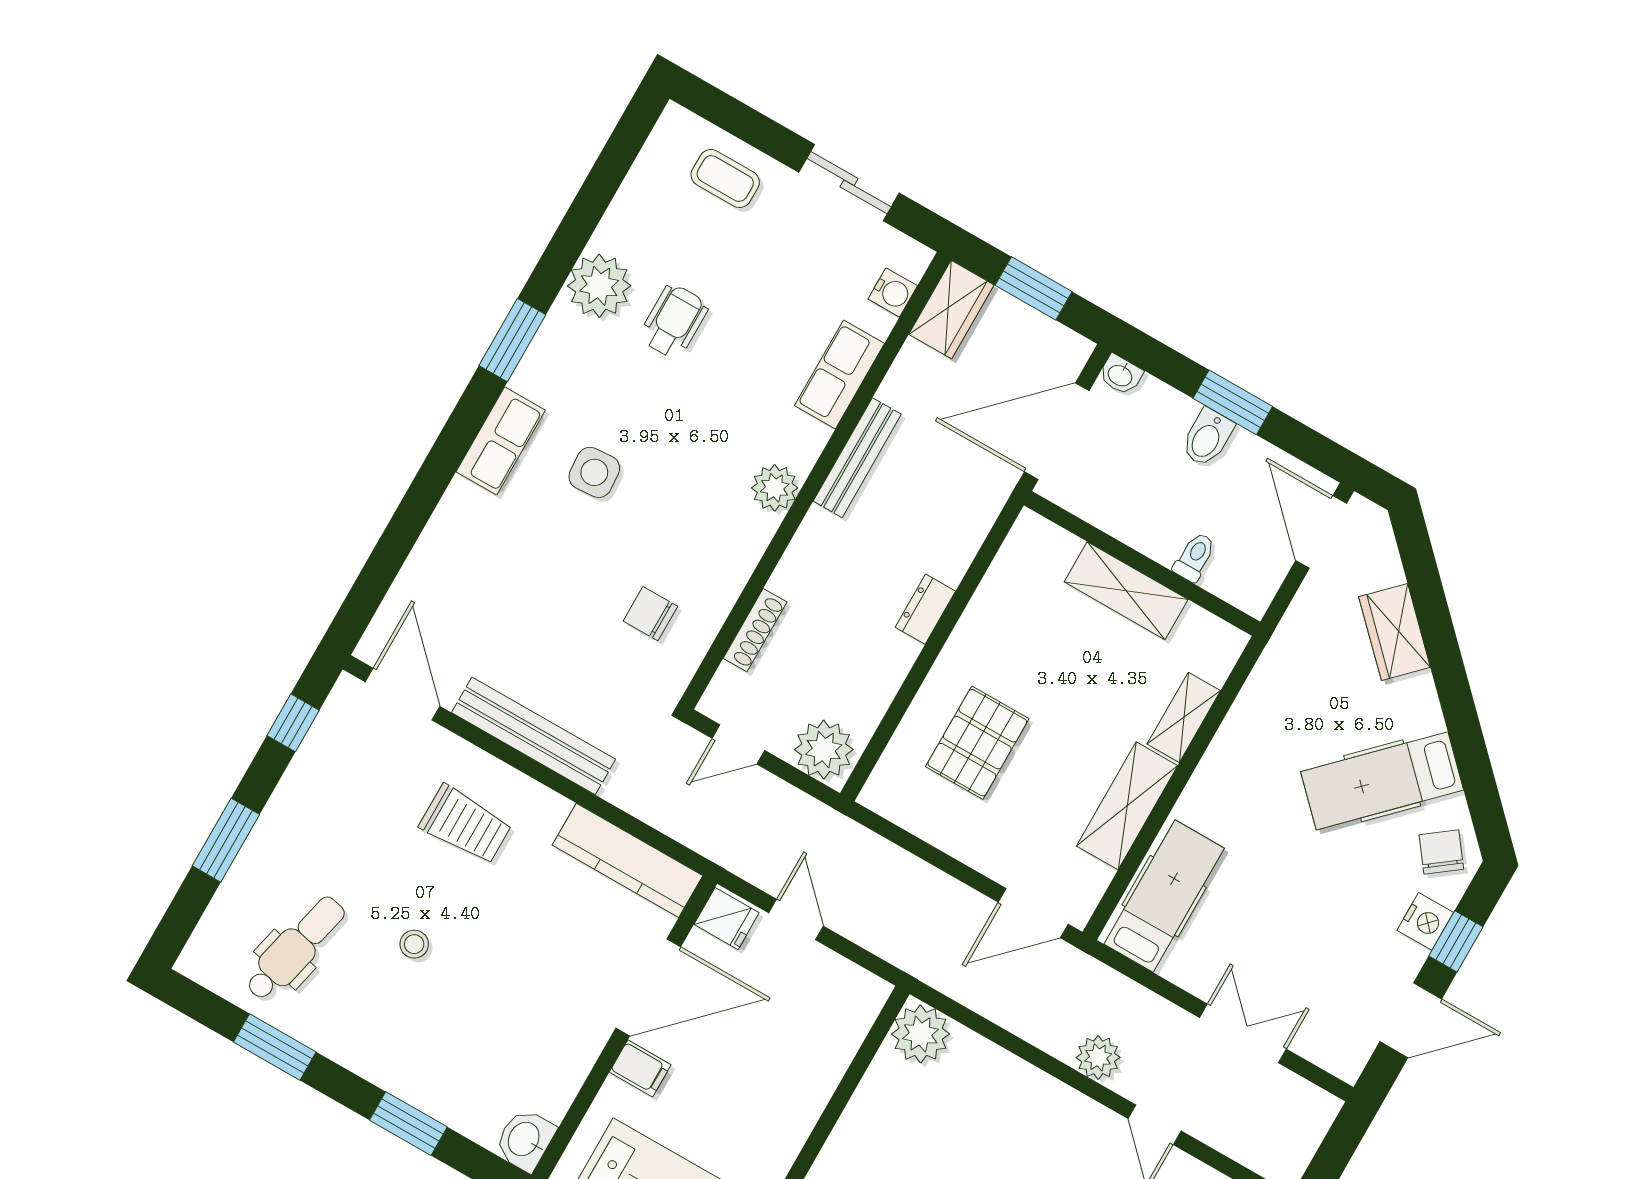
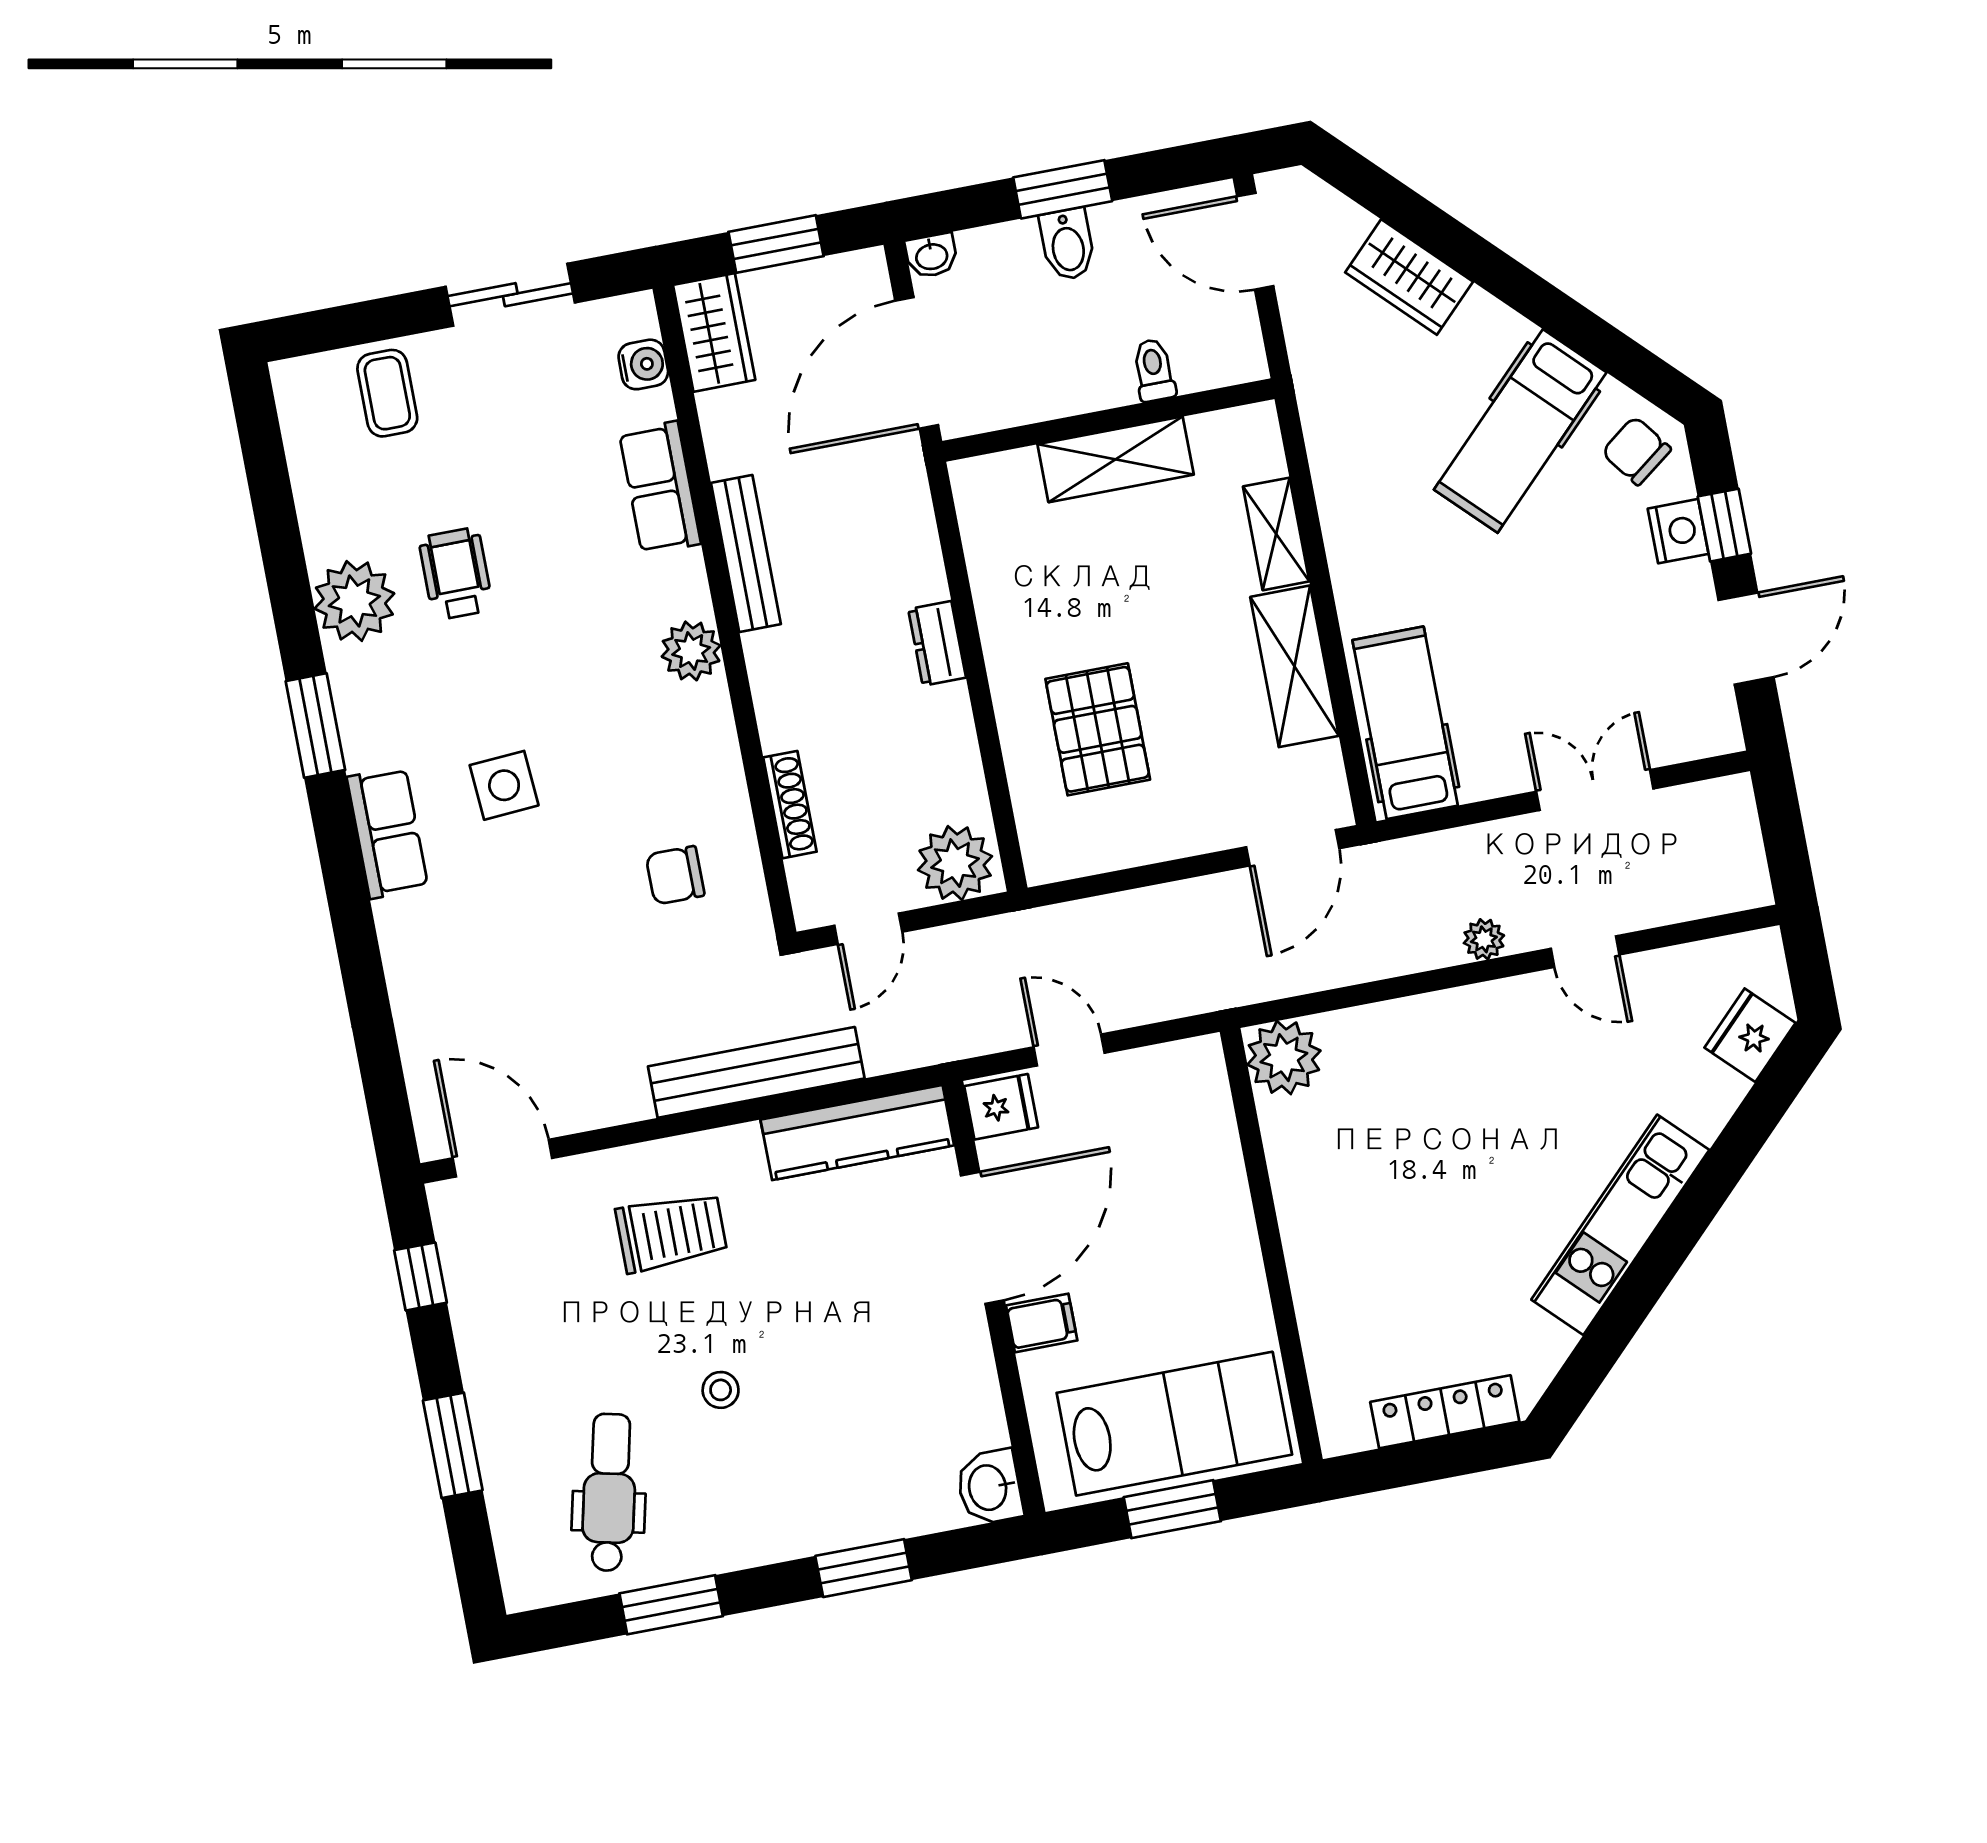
coffee table: (725, 179) -> (387, 393), turned 90
bench: (534, 736) -> (756, 1072), moved
plant: (1098, 1057) -> (1484, 939), width x0.73, depth x0.73

